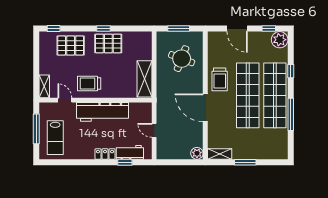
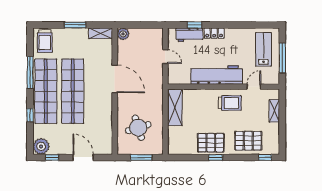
round table: (182, 59) -> (138, 128), turned -38
trolley: (220, 79) -> (45, 41), moved, turned 180
shelving: (44, 86) -> (274, 111), moved
door: (65, 100) -> (254, 87), swing flipped

